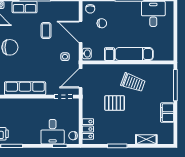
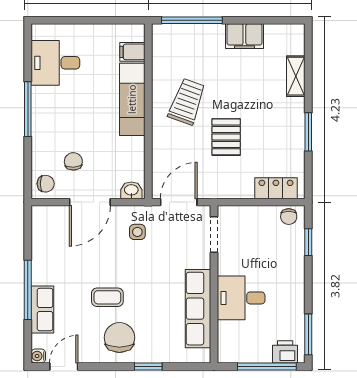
coffee table: (46, 31) -> (107, 297), moved
filing cabinet: (109, 54) -> (132, 52), moved
door: (81, 78) -> (179, 202), swing flipped
desk: (53, 132) -> (241, 298), moved, turned 180

